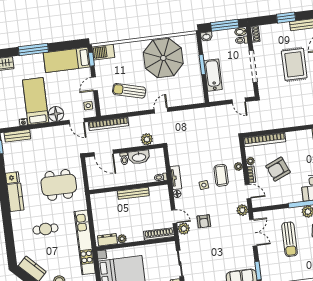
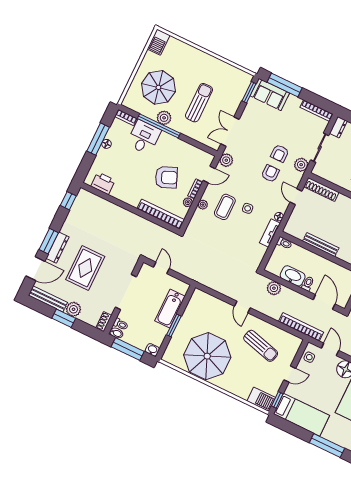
plant: (283, 29) -> (74, 309), added
door: (161, 110) -> (242, 307), hinge flipped
door: (248, 192) -> (209, 175), swing flipped
plant: (184, 229) -> (301, 165), moved
armchair: (206, 241) -> (280, 153), added

